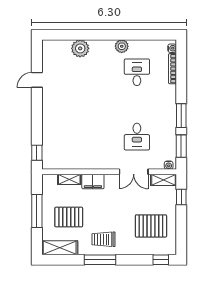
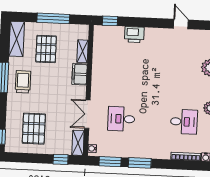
printer: (50, 127) -> (134, 35), added

